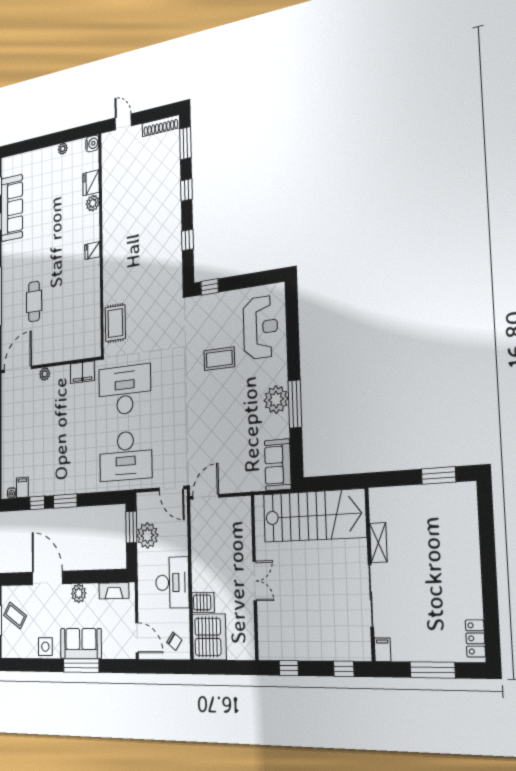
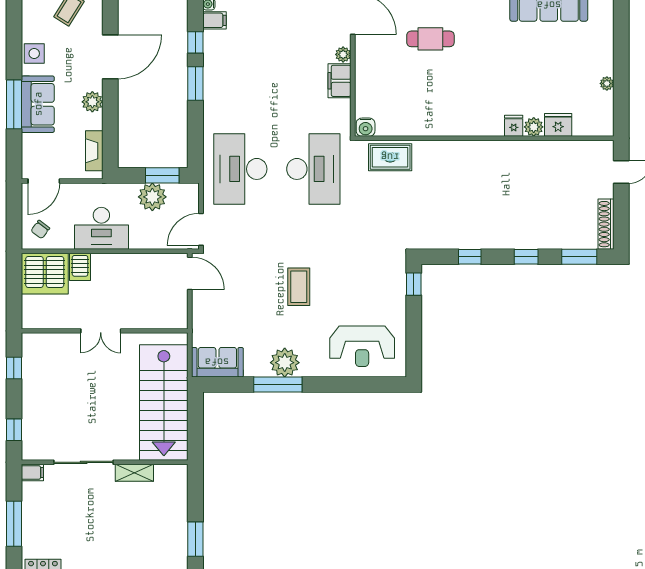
water cooler: (92, 144) -> (366, 127), moved
fridge: (92, 251) -> (514, 126), moved
coffee table: (219, 359) -> (299, 287), moved
filing cabinet: (82, 372) -> (339, 81), moved

